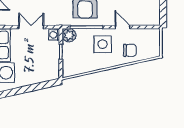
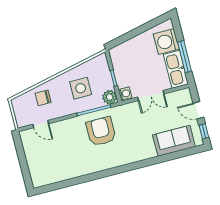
door: (123, 27) -> (41, 124), moved
side table: (103, 44) -> (81, 88), moved

